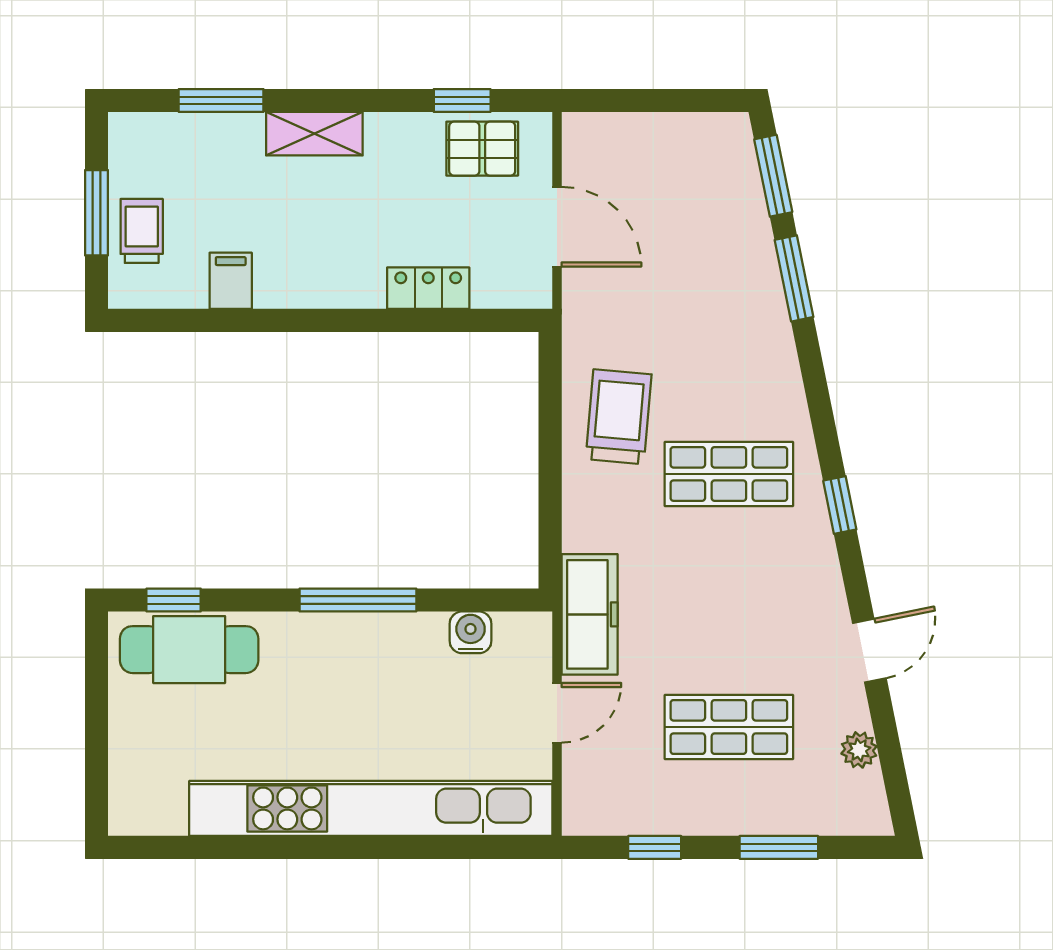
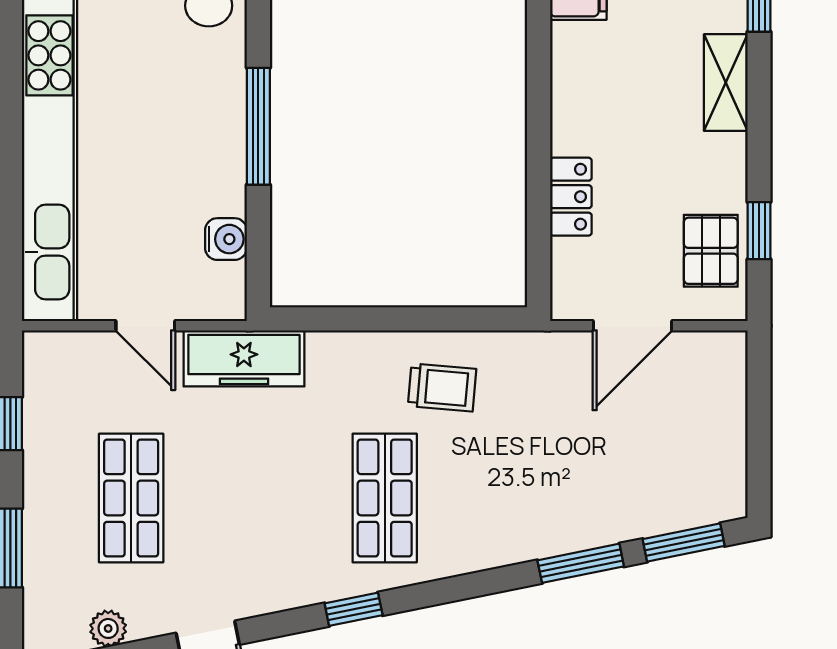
trolley: (619, 417) -> (442, 387), width x0.73, depth x0.72

